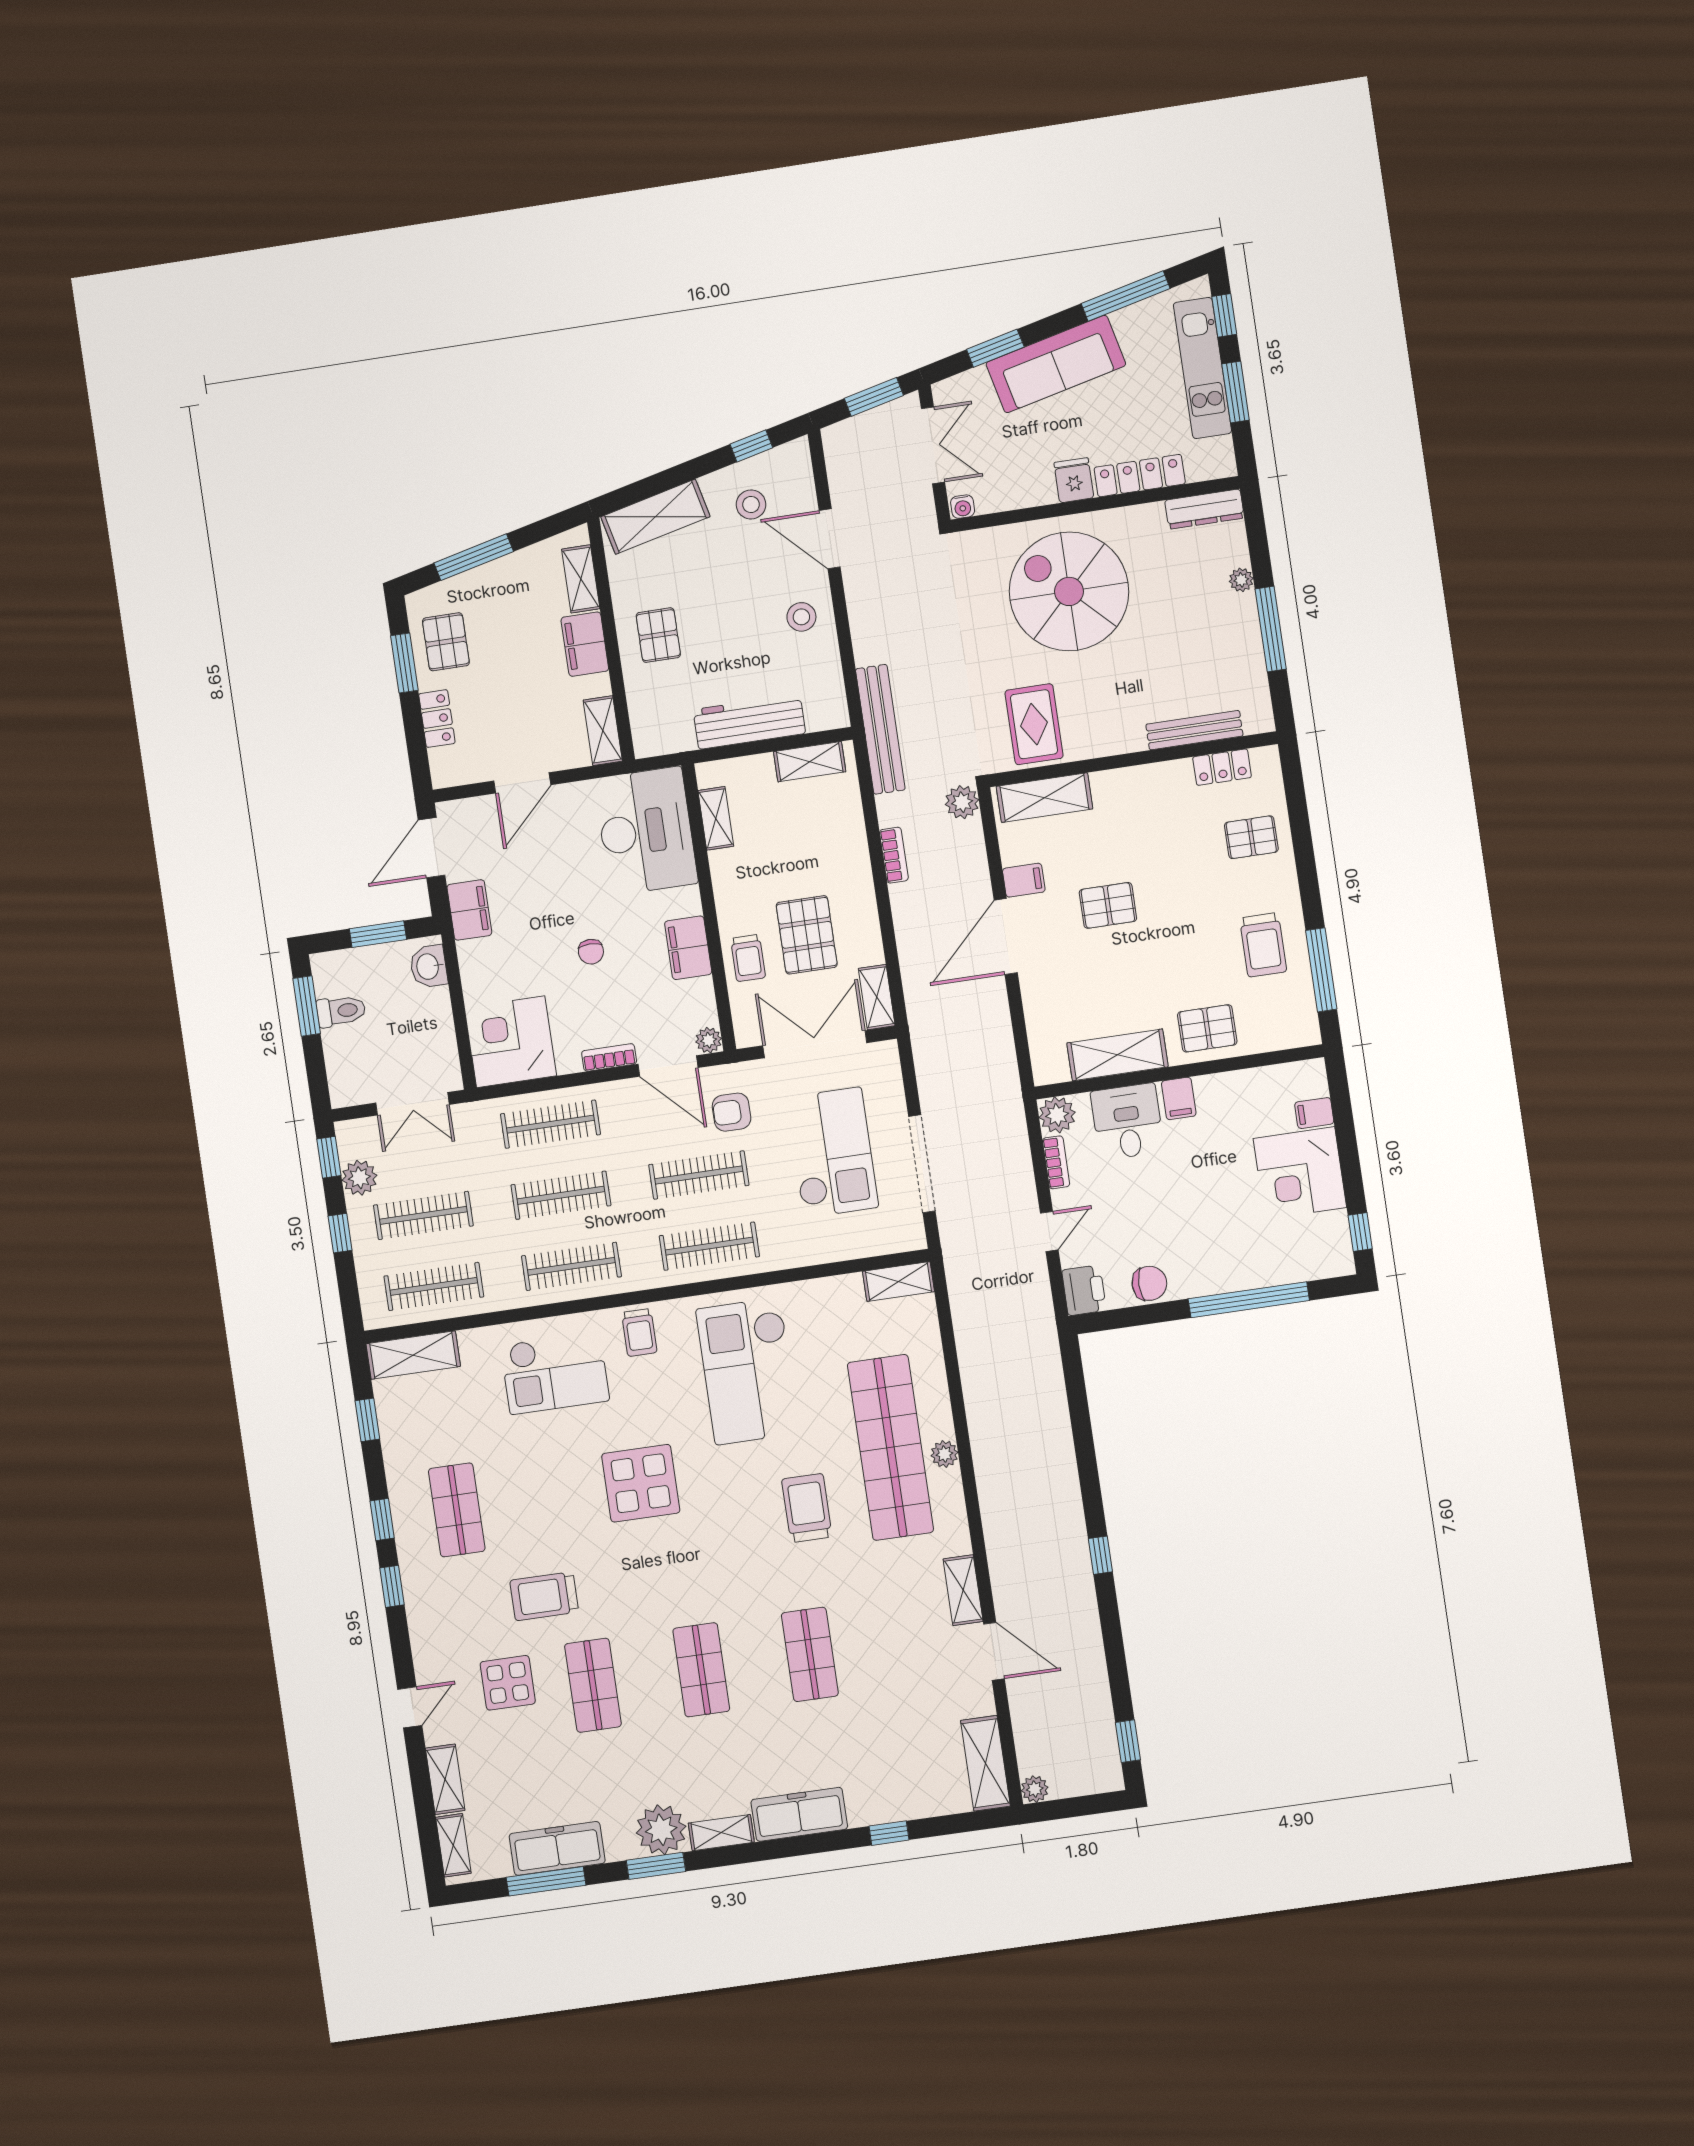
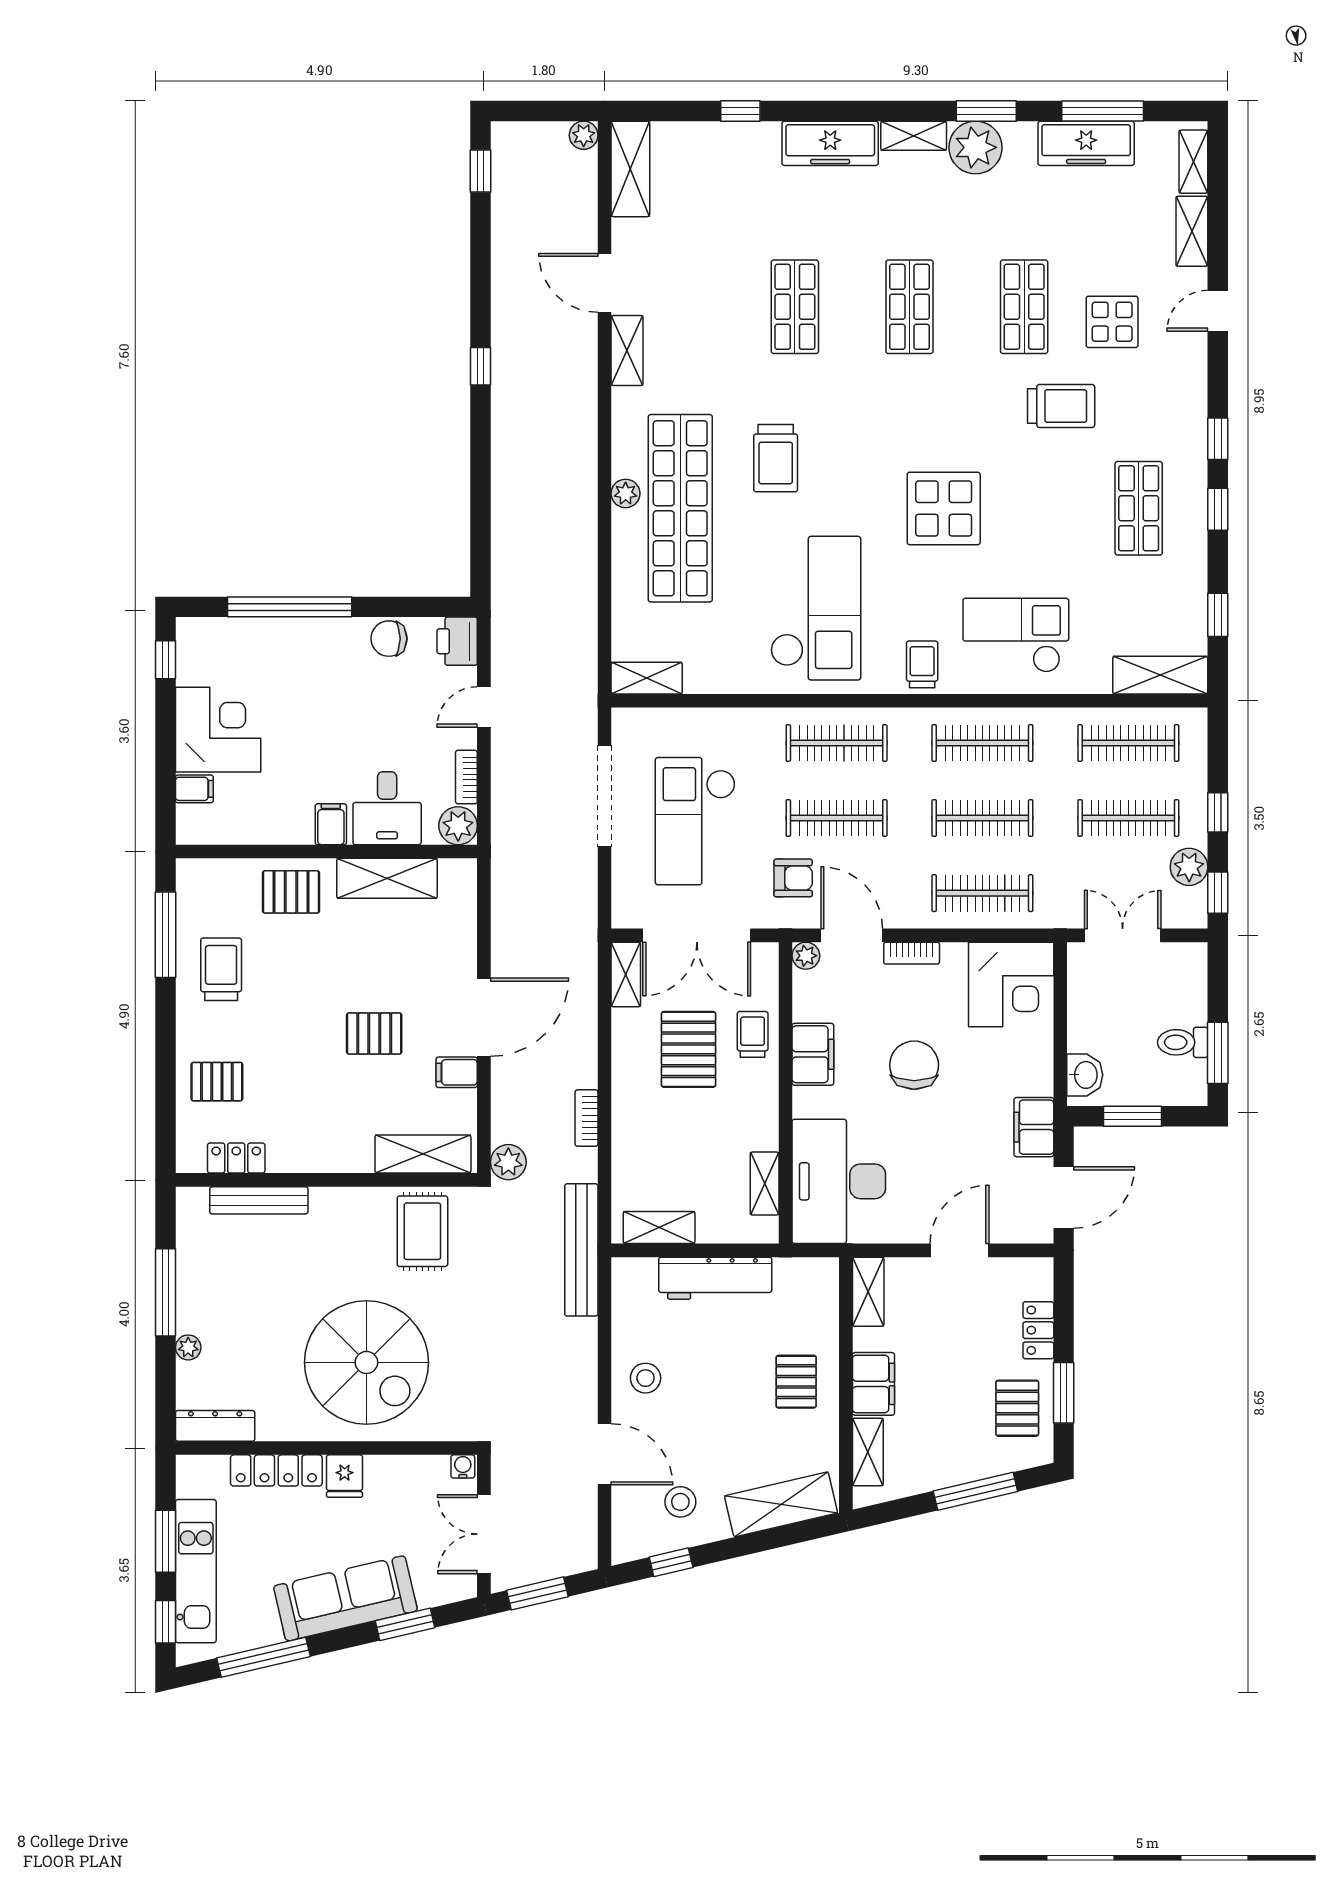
chair: (591, 952) -> (914, 1065), width x1.87, depth x1.87

